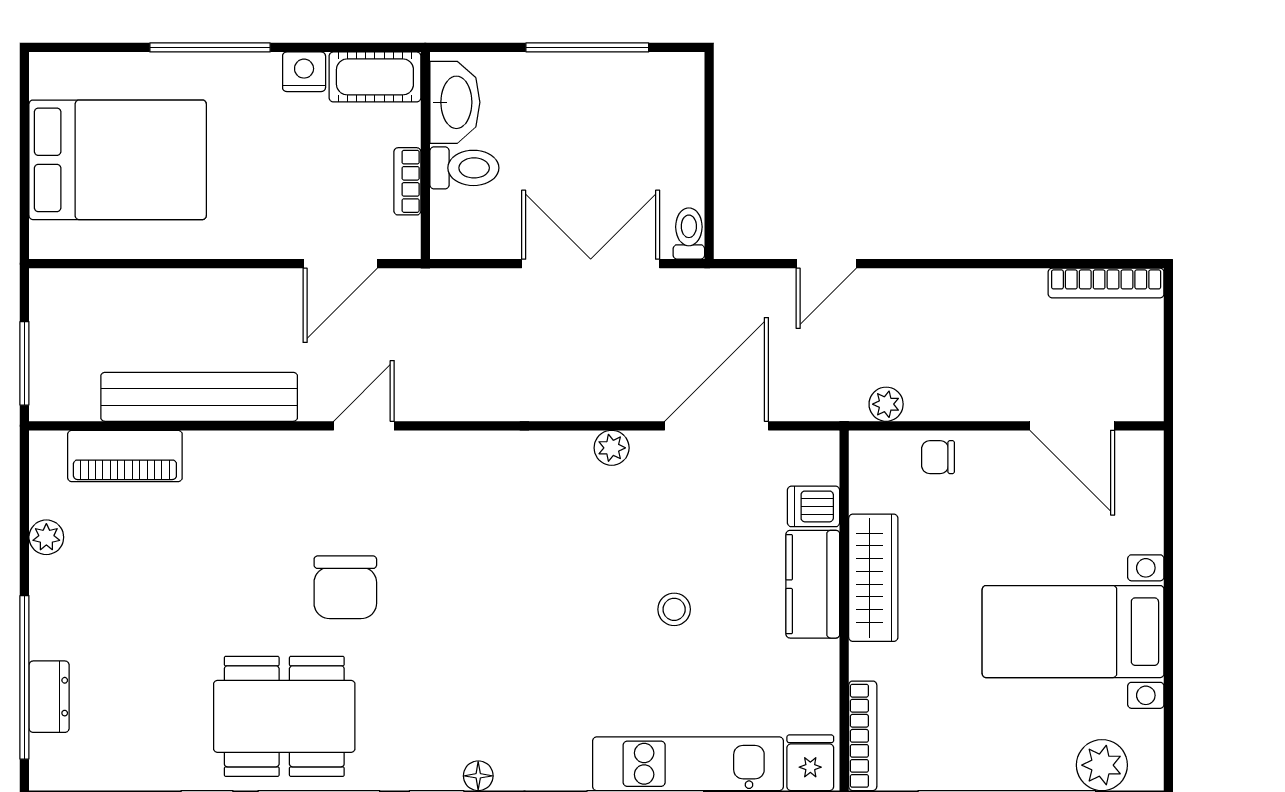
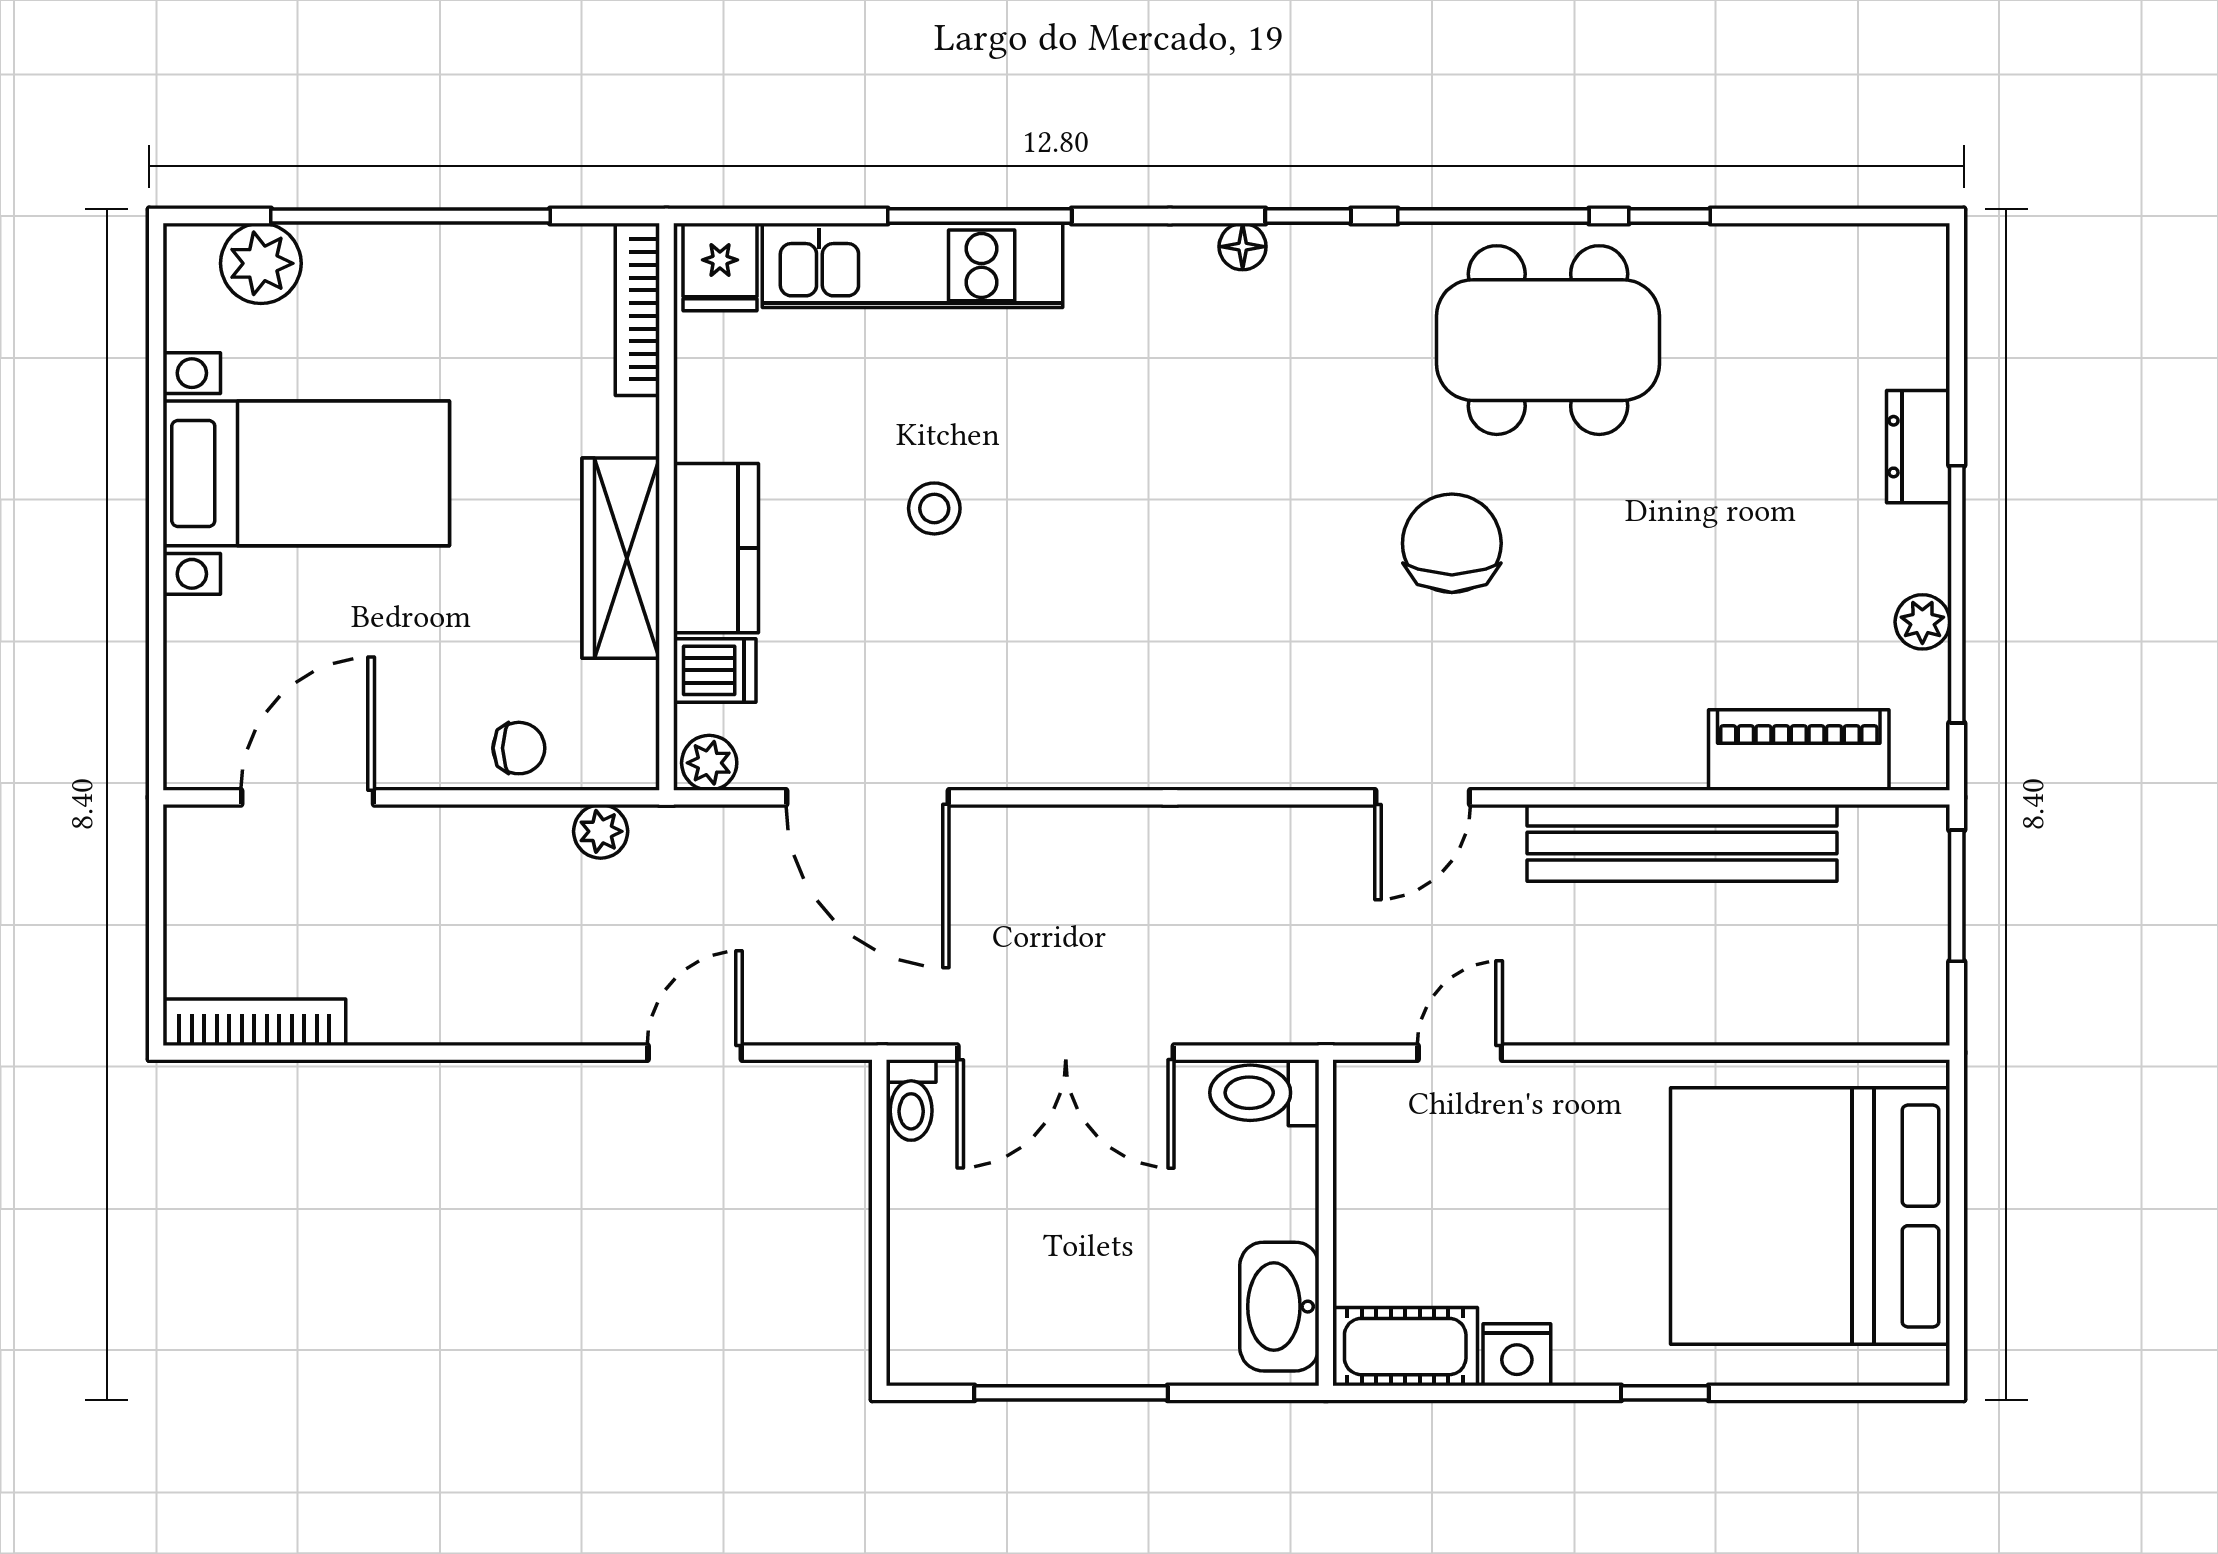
window: (210, 47) -> (1665, 1393), width x0.46
bed: (118, 160) -> (1810, 1216), width x1.36
toilet: (464, 168) -> (1264, 1093), moved
bookcase: (407, 181) -> (1354, 1182), removed
door: (340, 264) -> (1460, 1053), width x0.73
door: (717, 426) -> (868, 797), hinge flipped
door: (1072, 426) -> (308, 797), hinge flipped
plant: (612, 448) -> (709, 763), moved
window: (24, 677) -> (1957, 594), moved
dresser: (49, 697) -> (1918, 447), moved

